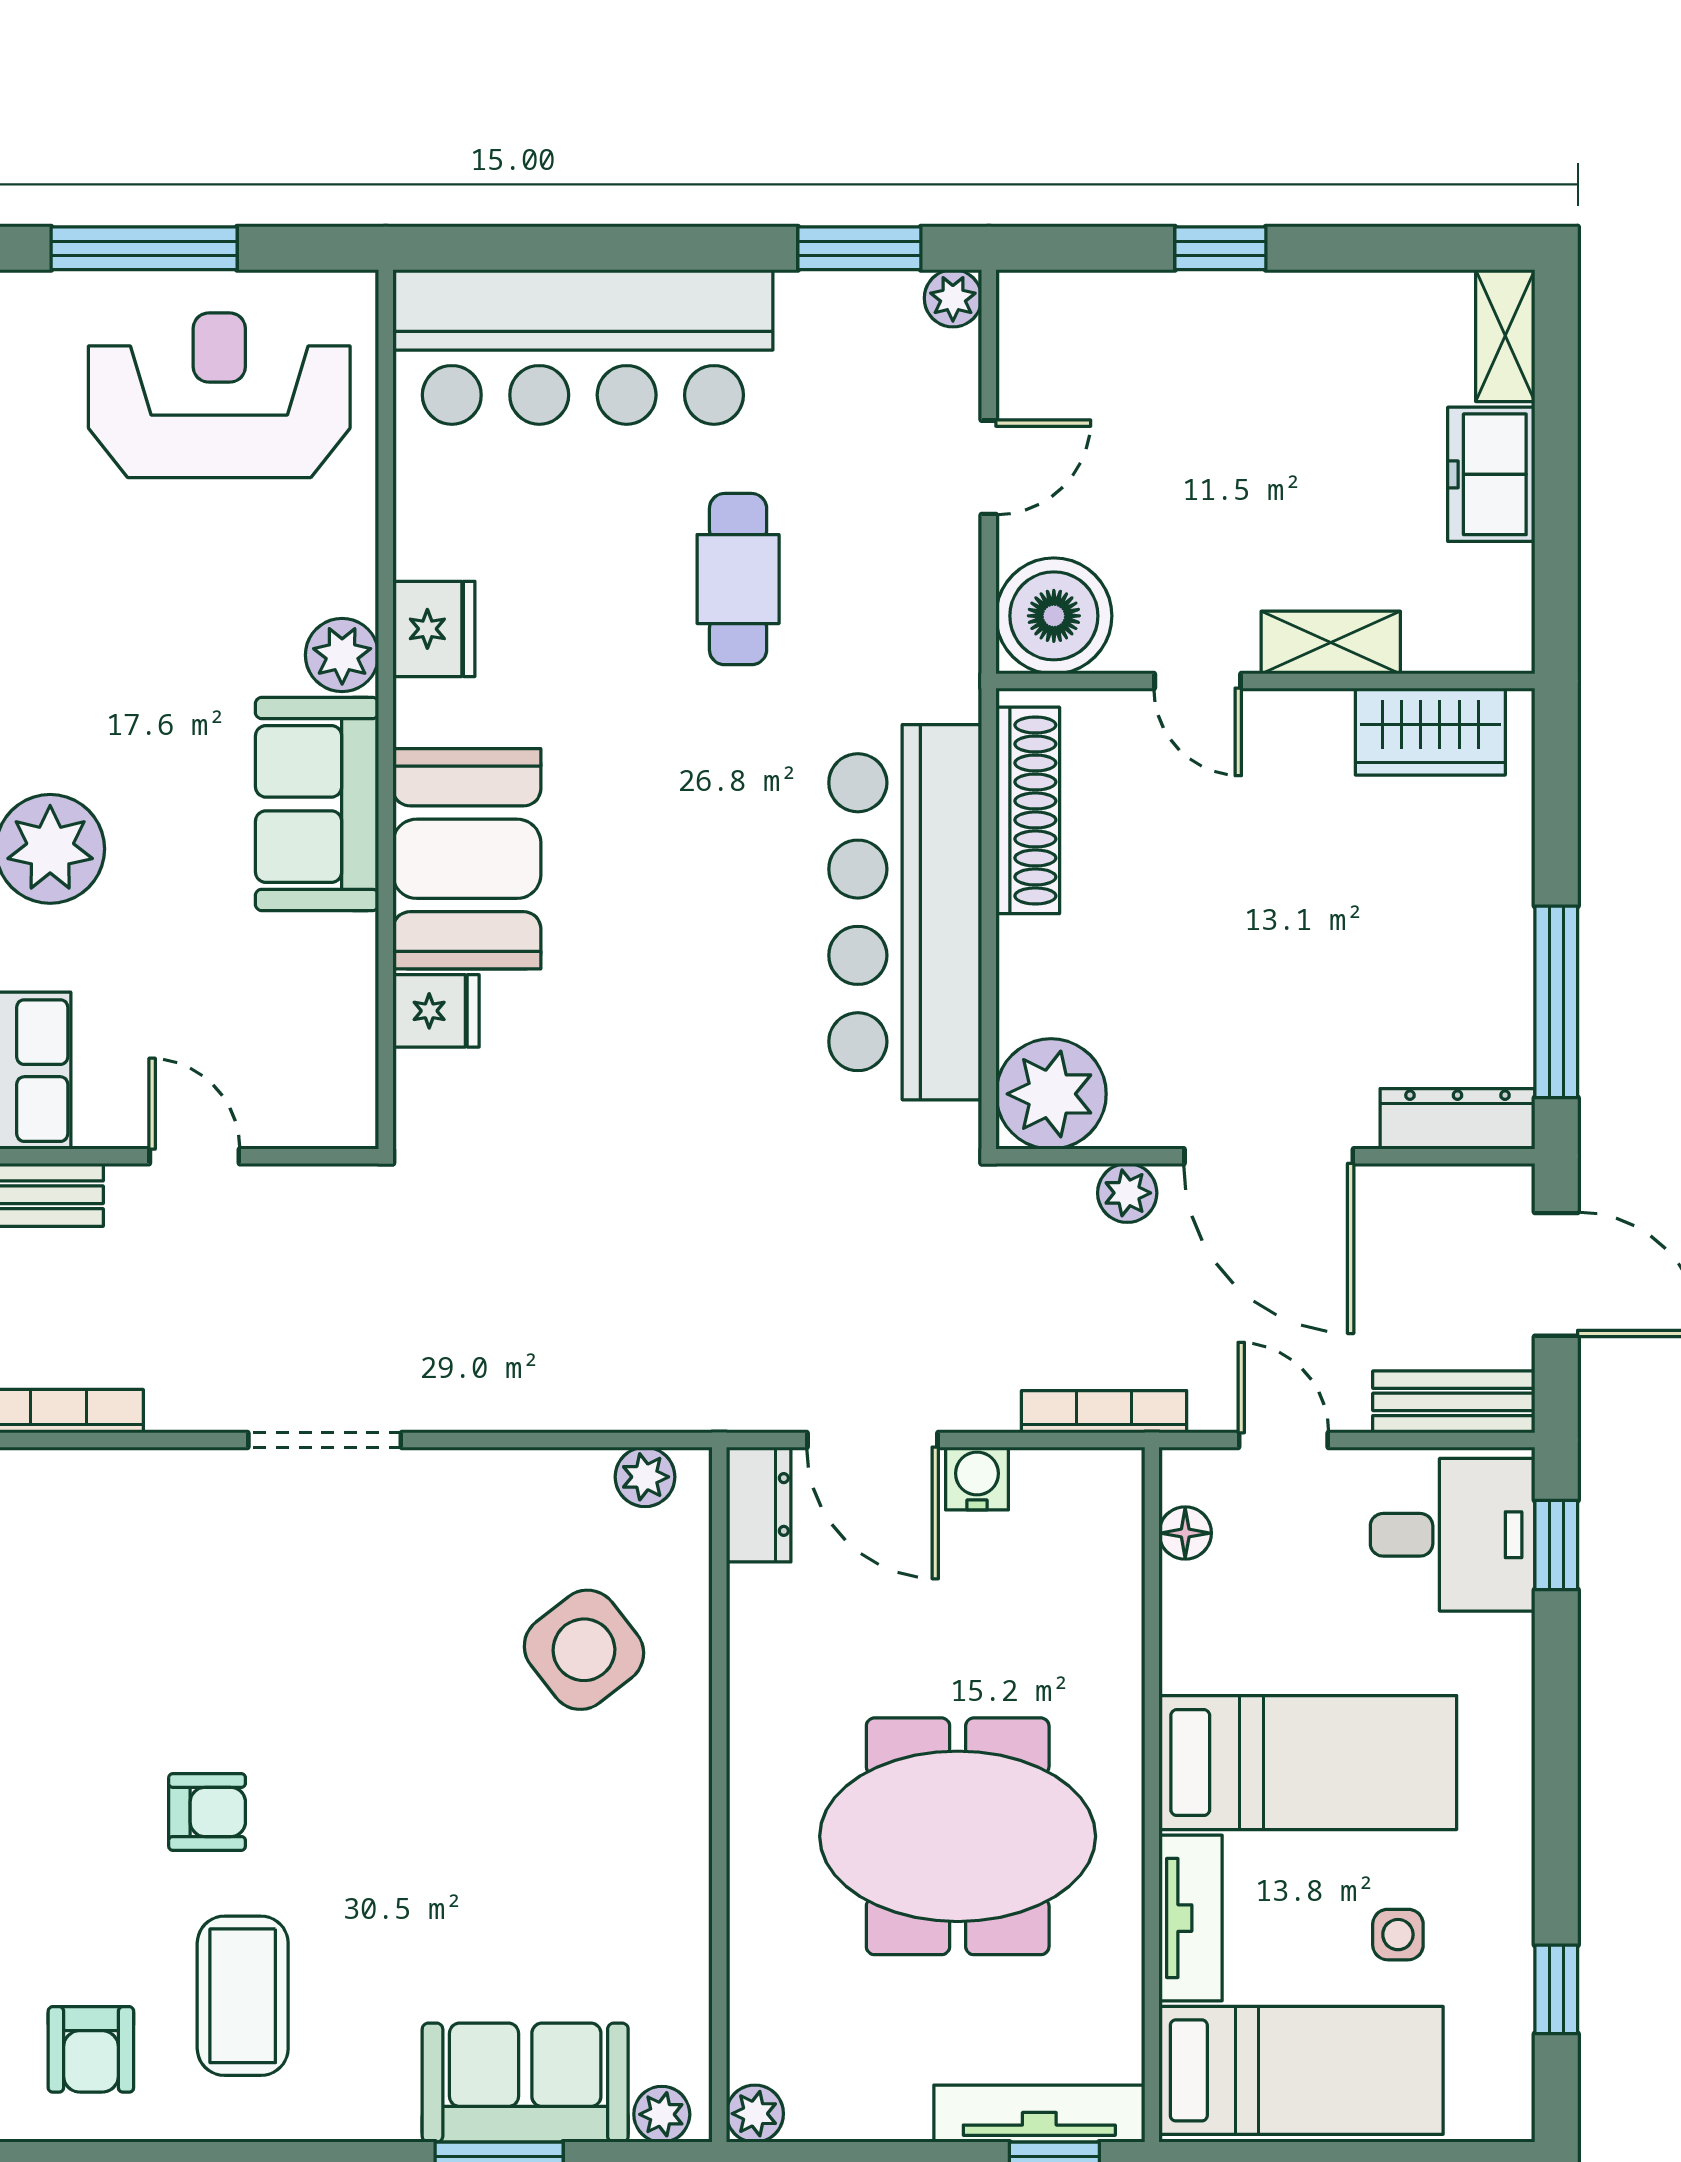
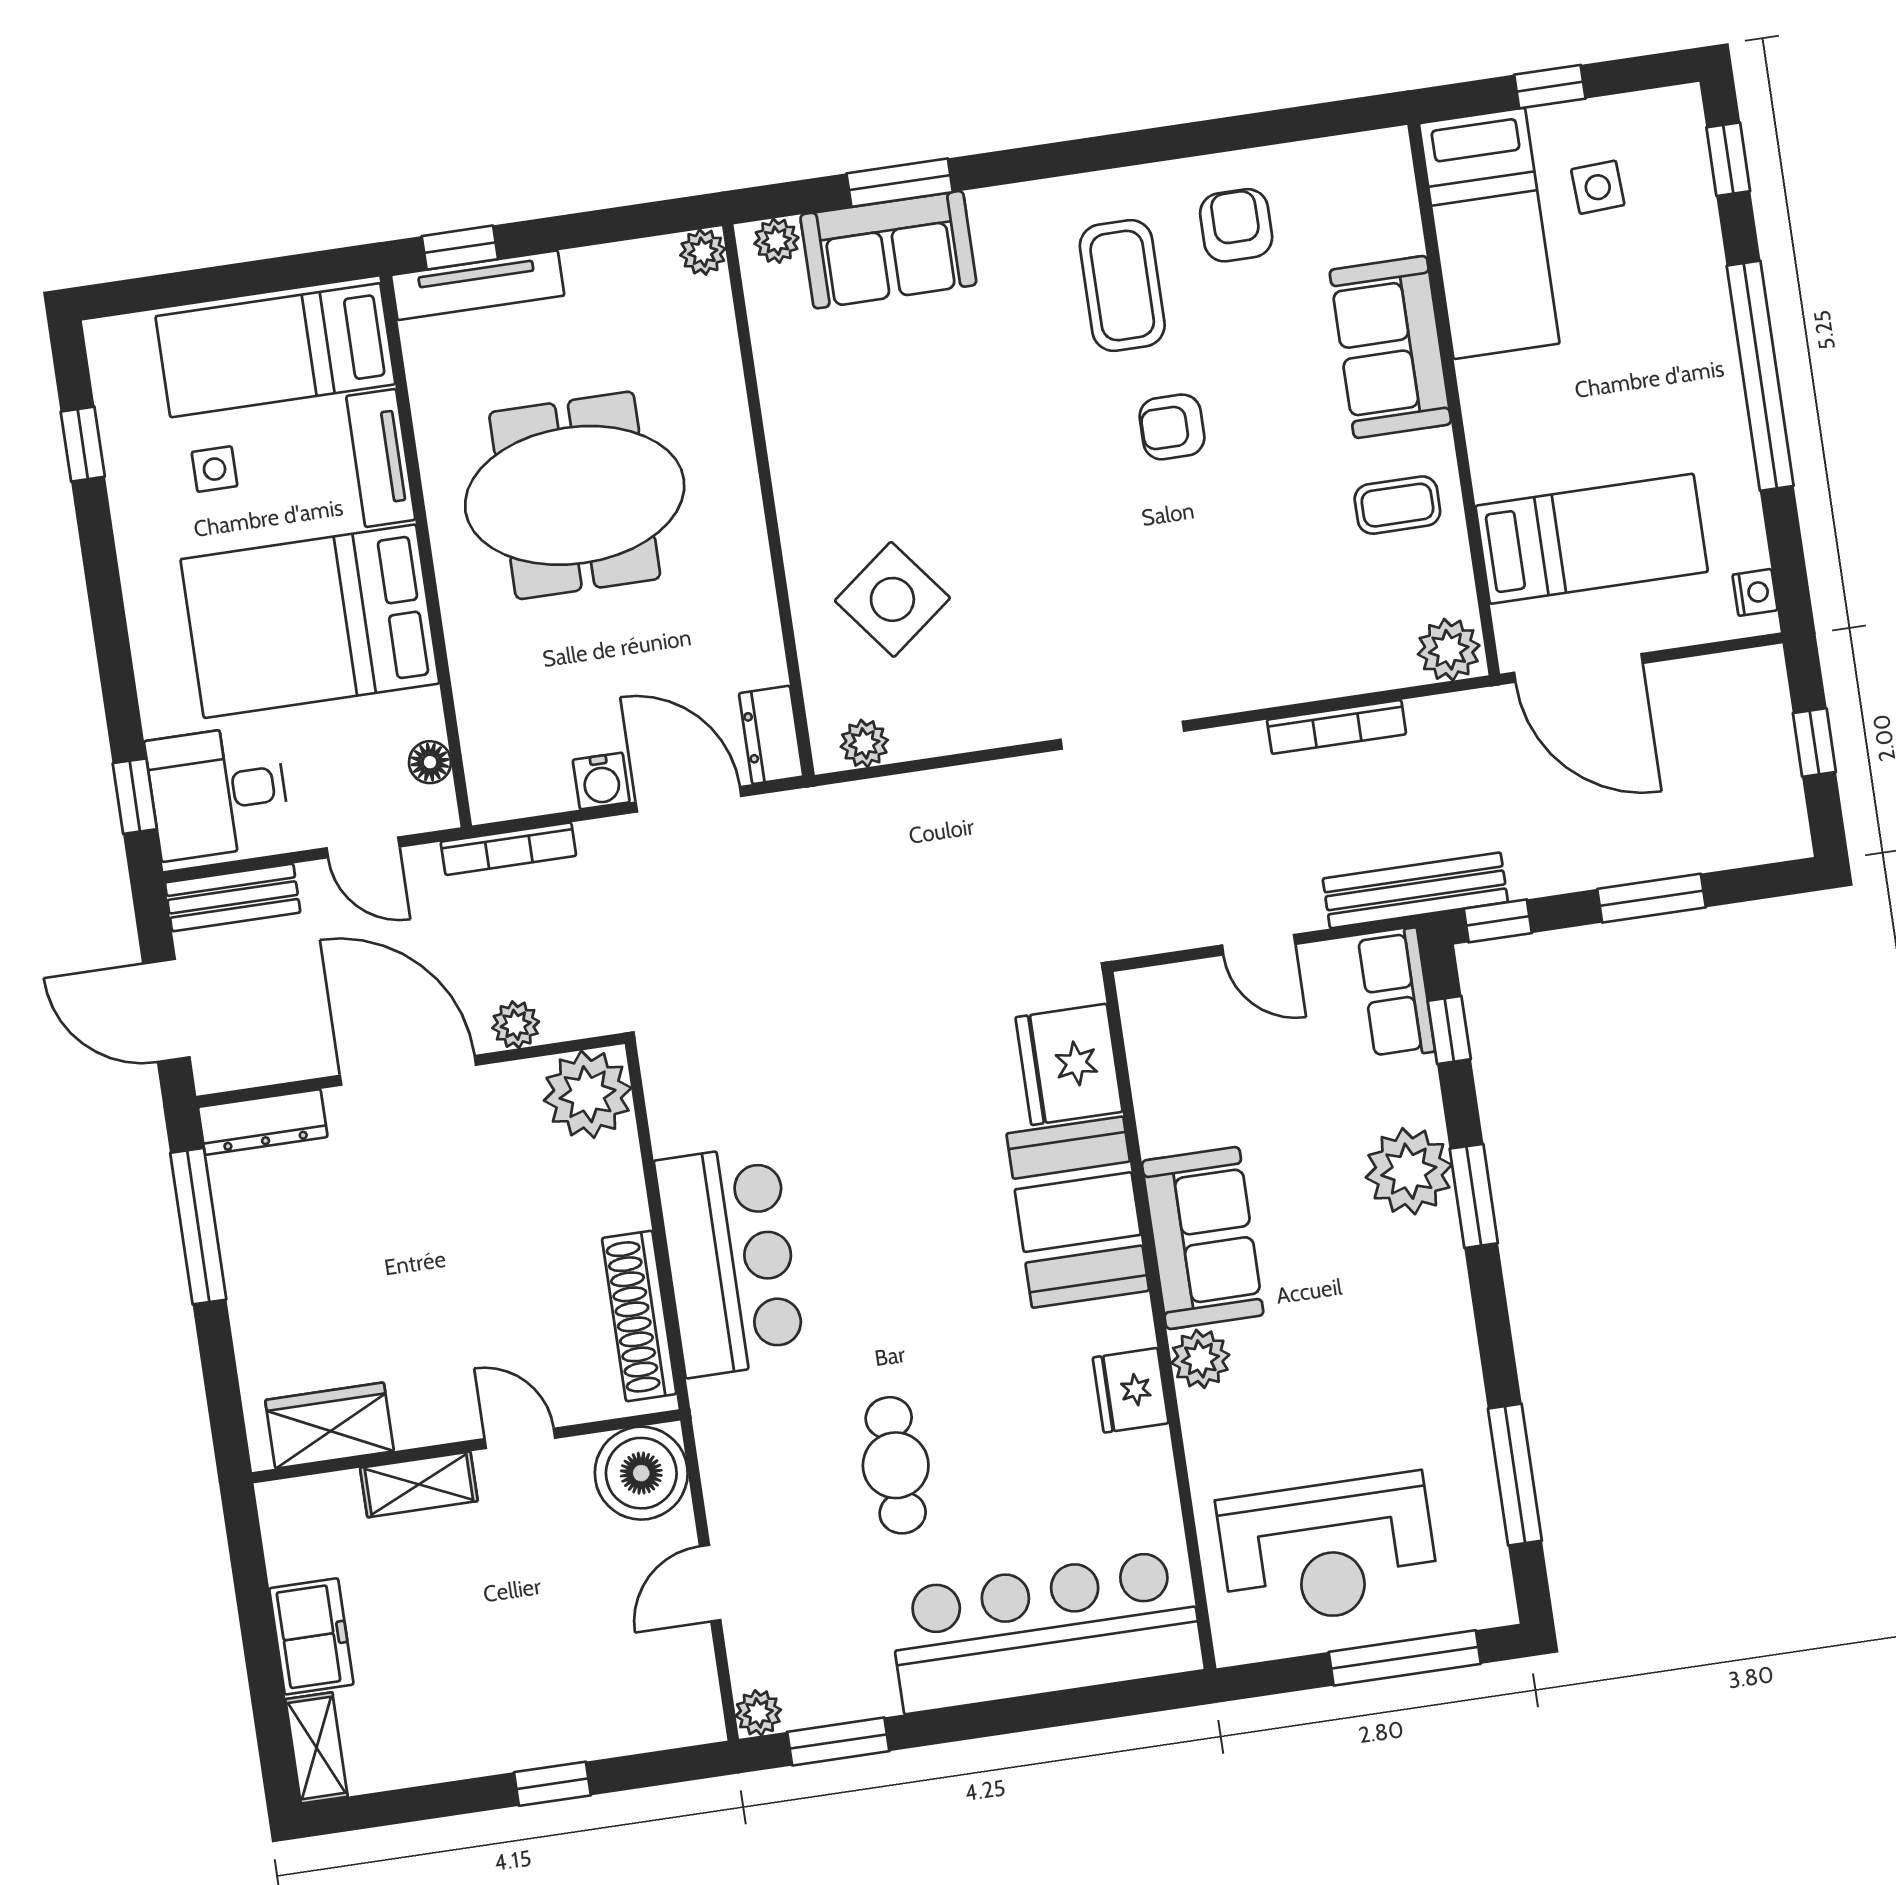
bar counter: (905, 912) -> (730, 1261), width x0.73
fridge: (436, 1011) -> (1069, 1064), width x1.88, depth x1.34
bed: (1308, 1763) -> (310, 621), width x1.50

